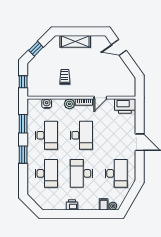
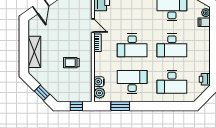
plant: (69, 104) -> (99, 93), moved
desk: (81, 135) -> (132, 45), turned 180
window: (23, 155) -> (152, 106), removed
desk: (46, 173) -> (172, 82), turned 180
printer: (72, 205) -> (205, 79), moved

